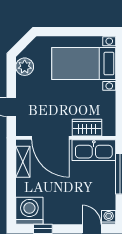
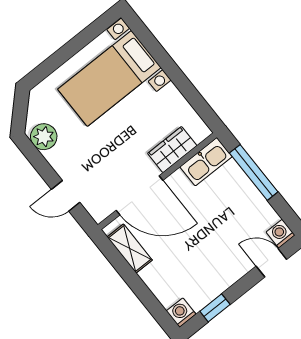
kitchen sink: (94, 150) -> (206, 162), width x0.73, depth x0.81
washing machine: (29, 211) -> (181, 313), width x0.53, depth x0.53

